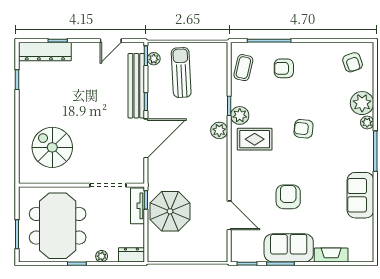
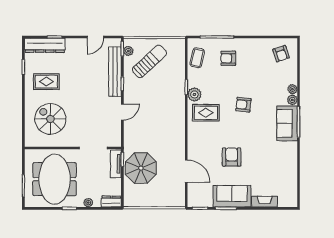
sun lounger: (181, 72) -> (149, 61), turned 50
rug: (47, 99) -> (46, 82), added
plant: (362, 103) -> (293, 89), width x0.53, depth x0.53
plant: (219, 130) -> (179, 106), removed
door: (146, 138) -> (122, 112), width x0.53
sofa: (360, 195) -> (287, 123), moved

